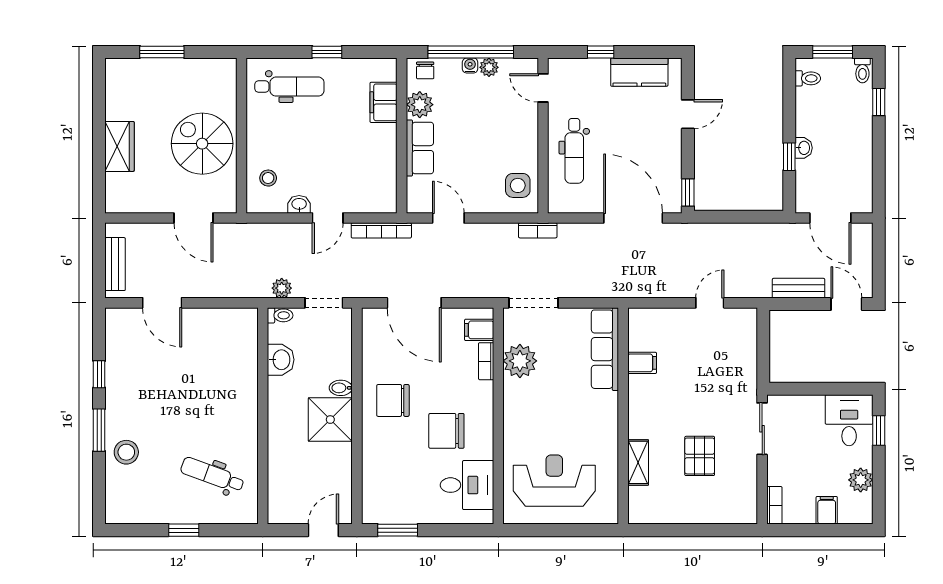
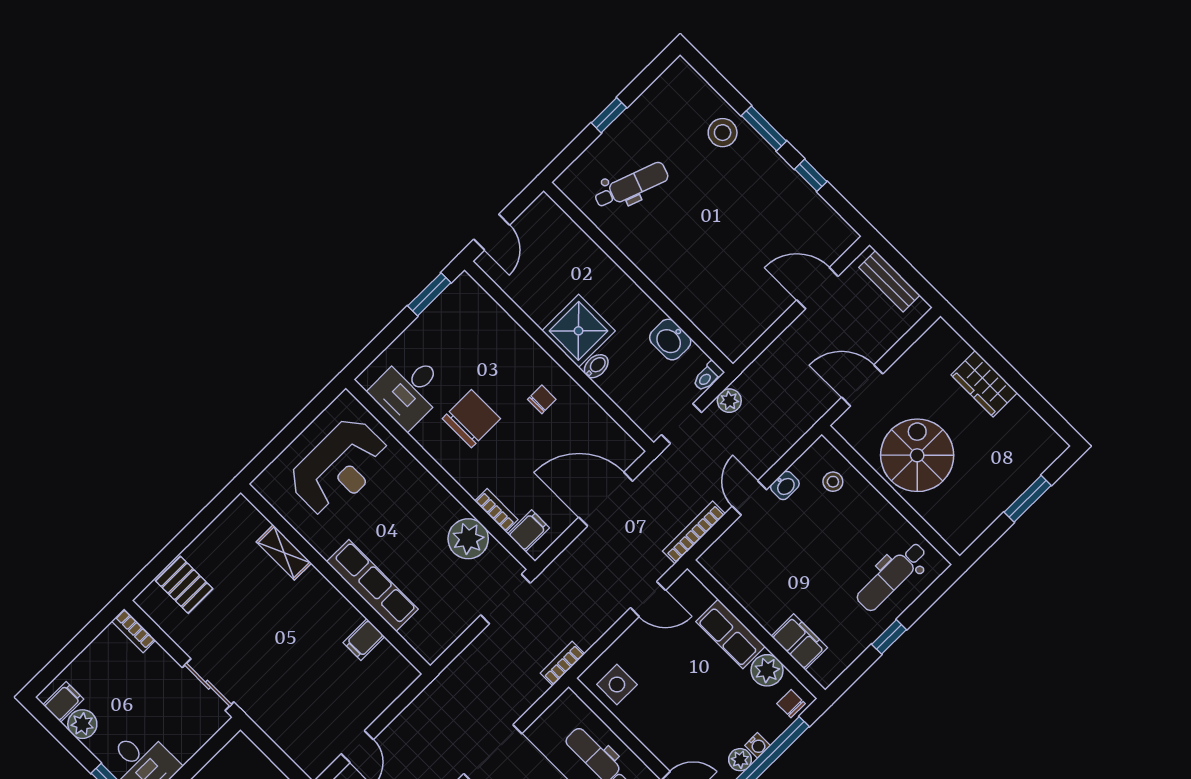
spiral stairs: (202, 144) -> (917, 455), turned -90
row of seats: (605, 349) -> (372, 585), moved
chair: (393, 400) -> (542, 399), width x0.54, depth x0.54
pallet: (700, 456) -> (184, 585), moved
filing cabinet: (827, 510) -> (63, 702), moved, turned -90

